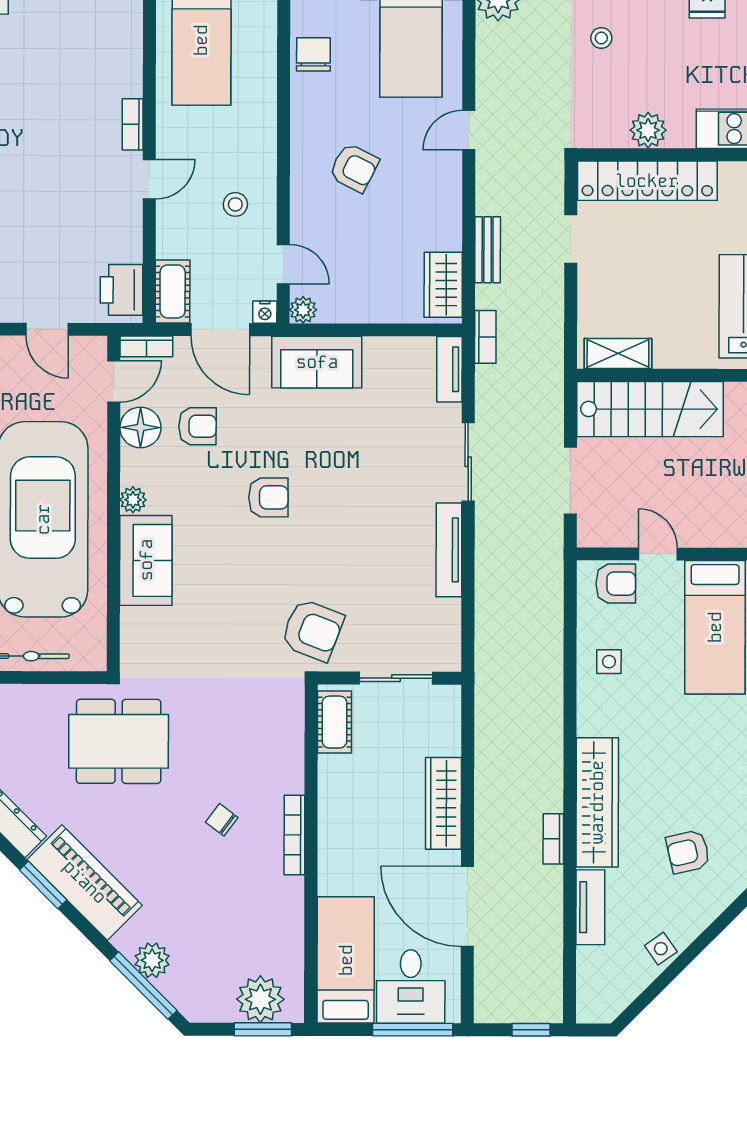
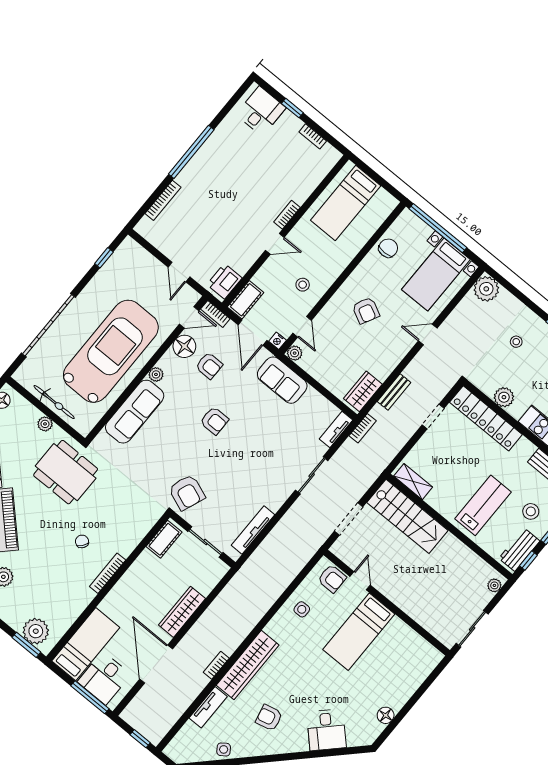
tv unit: (449, 550) -> (253, 530), moved
sofa: (146, 560) -> (135, 412), width x1.36
plant: (34, 697) -> (45, 424), added

